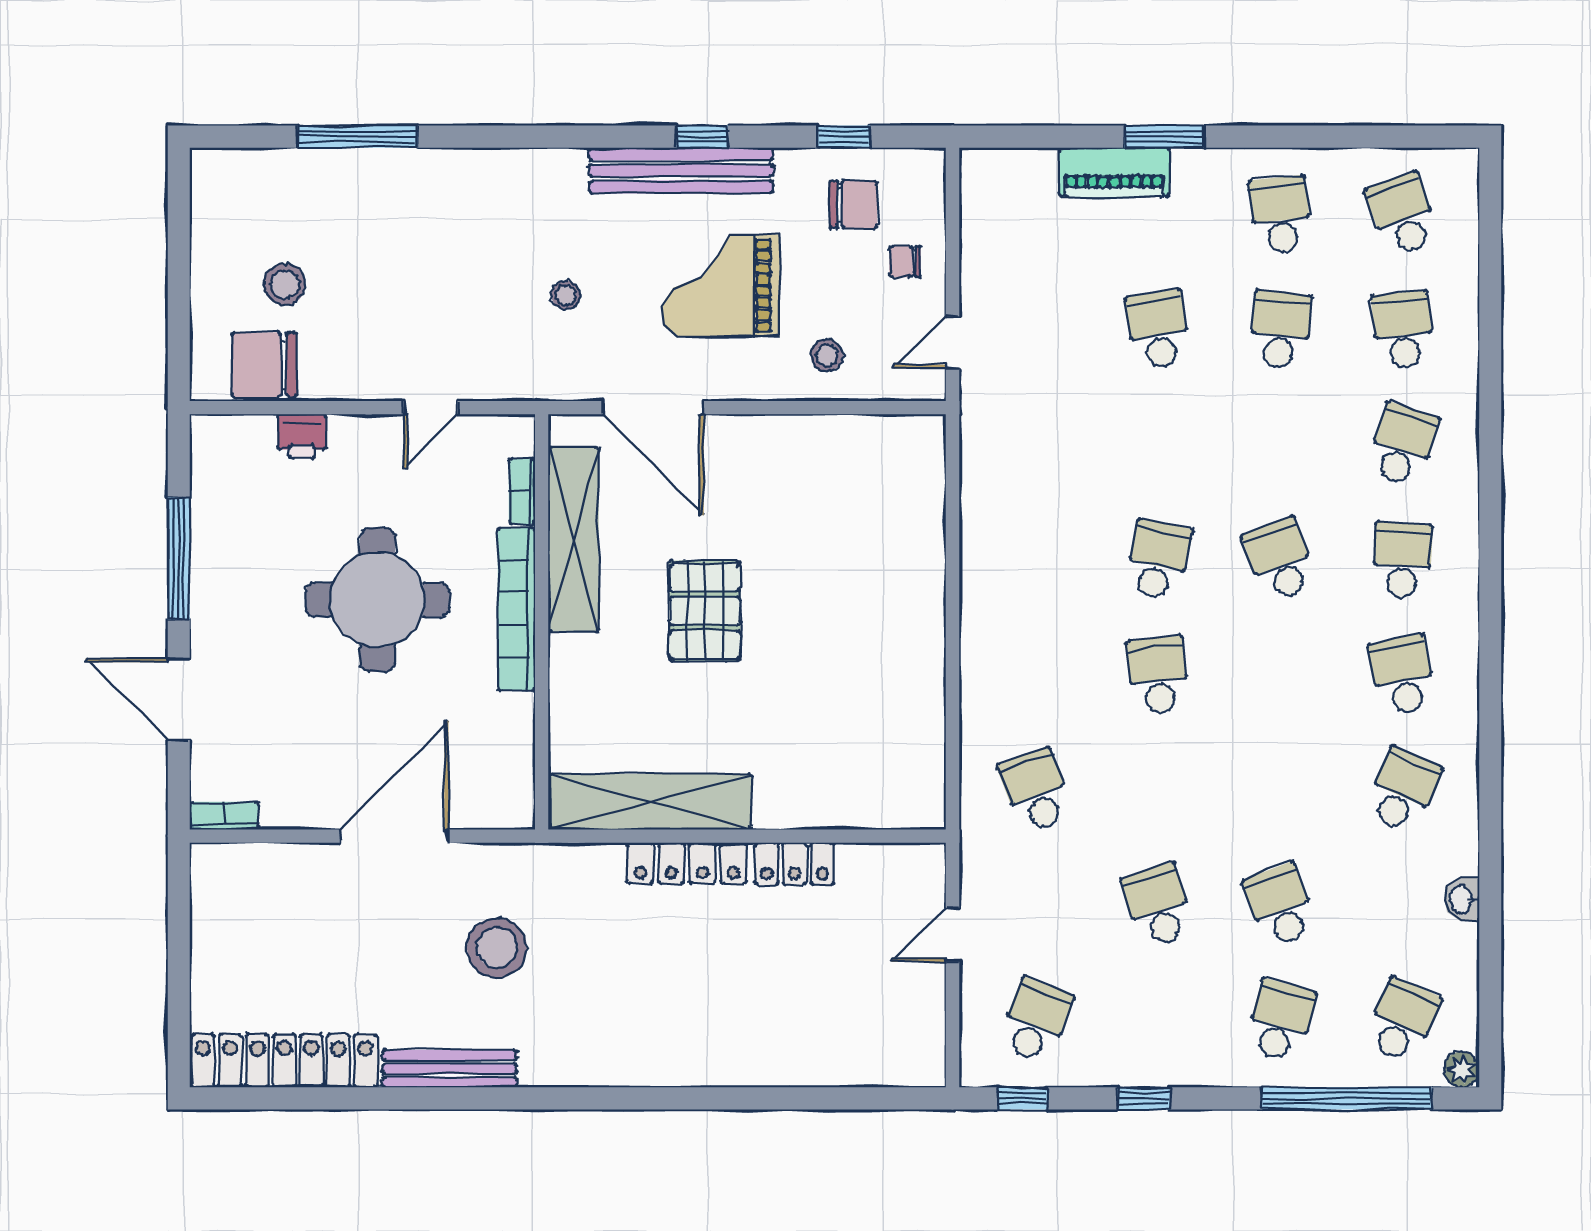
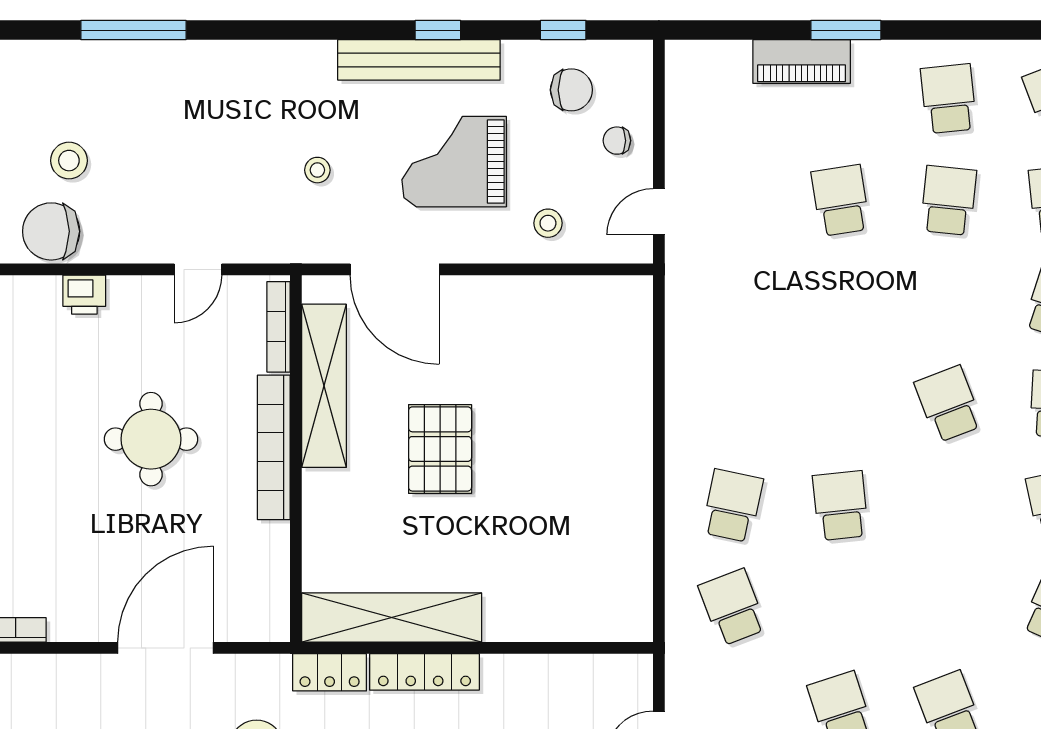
bookcase: (522, 491) -> (279, 327), width x1.56
school desk: (1158, 560) -> (732, 506), moved
round table: (377, 600) -> (151, 439), width x0.73, depth x0.73
locker: (795, 864) -> (330, 672), moved

